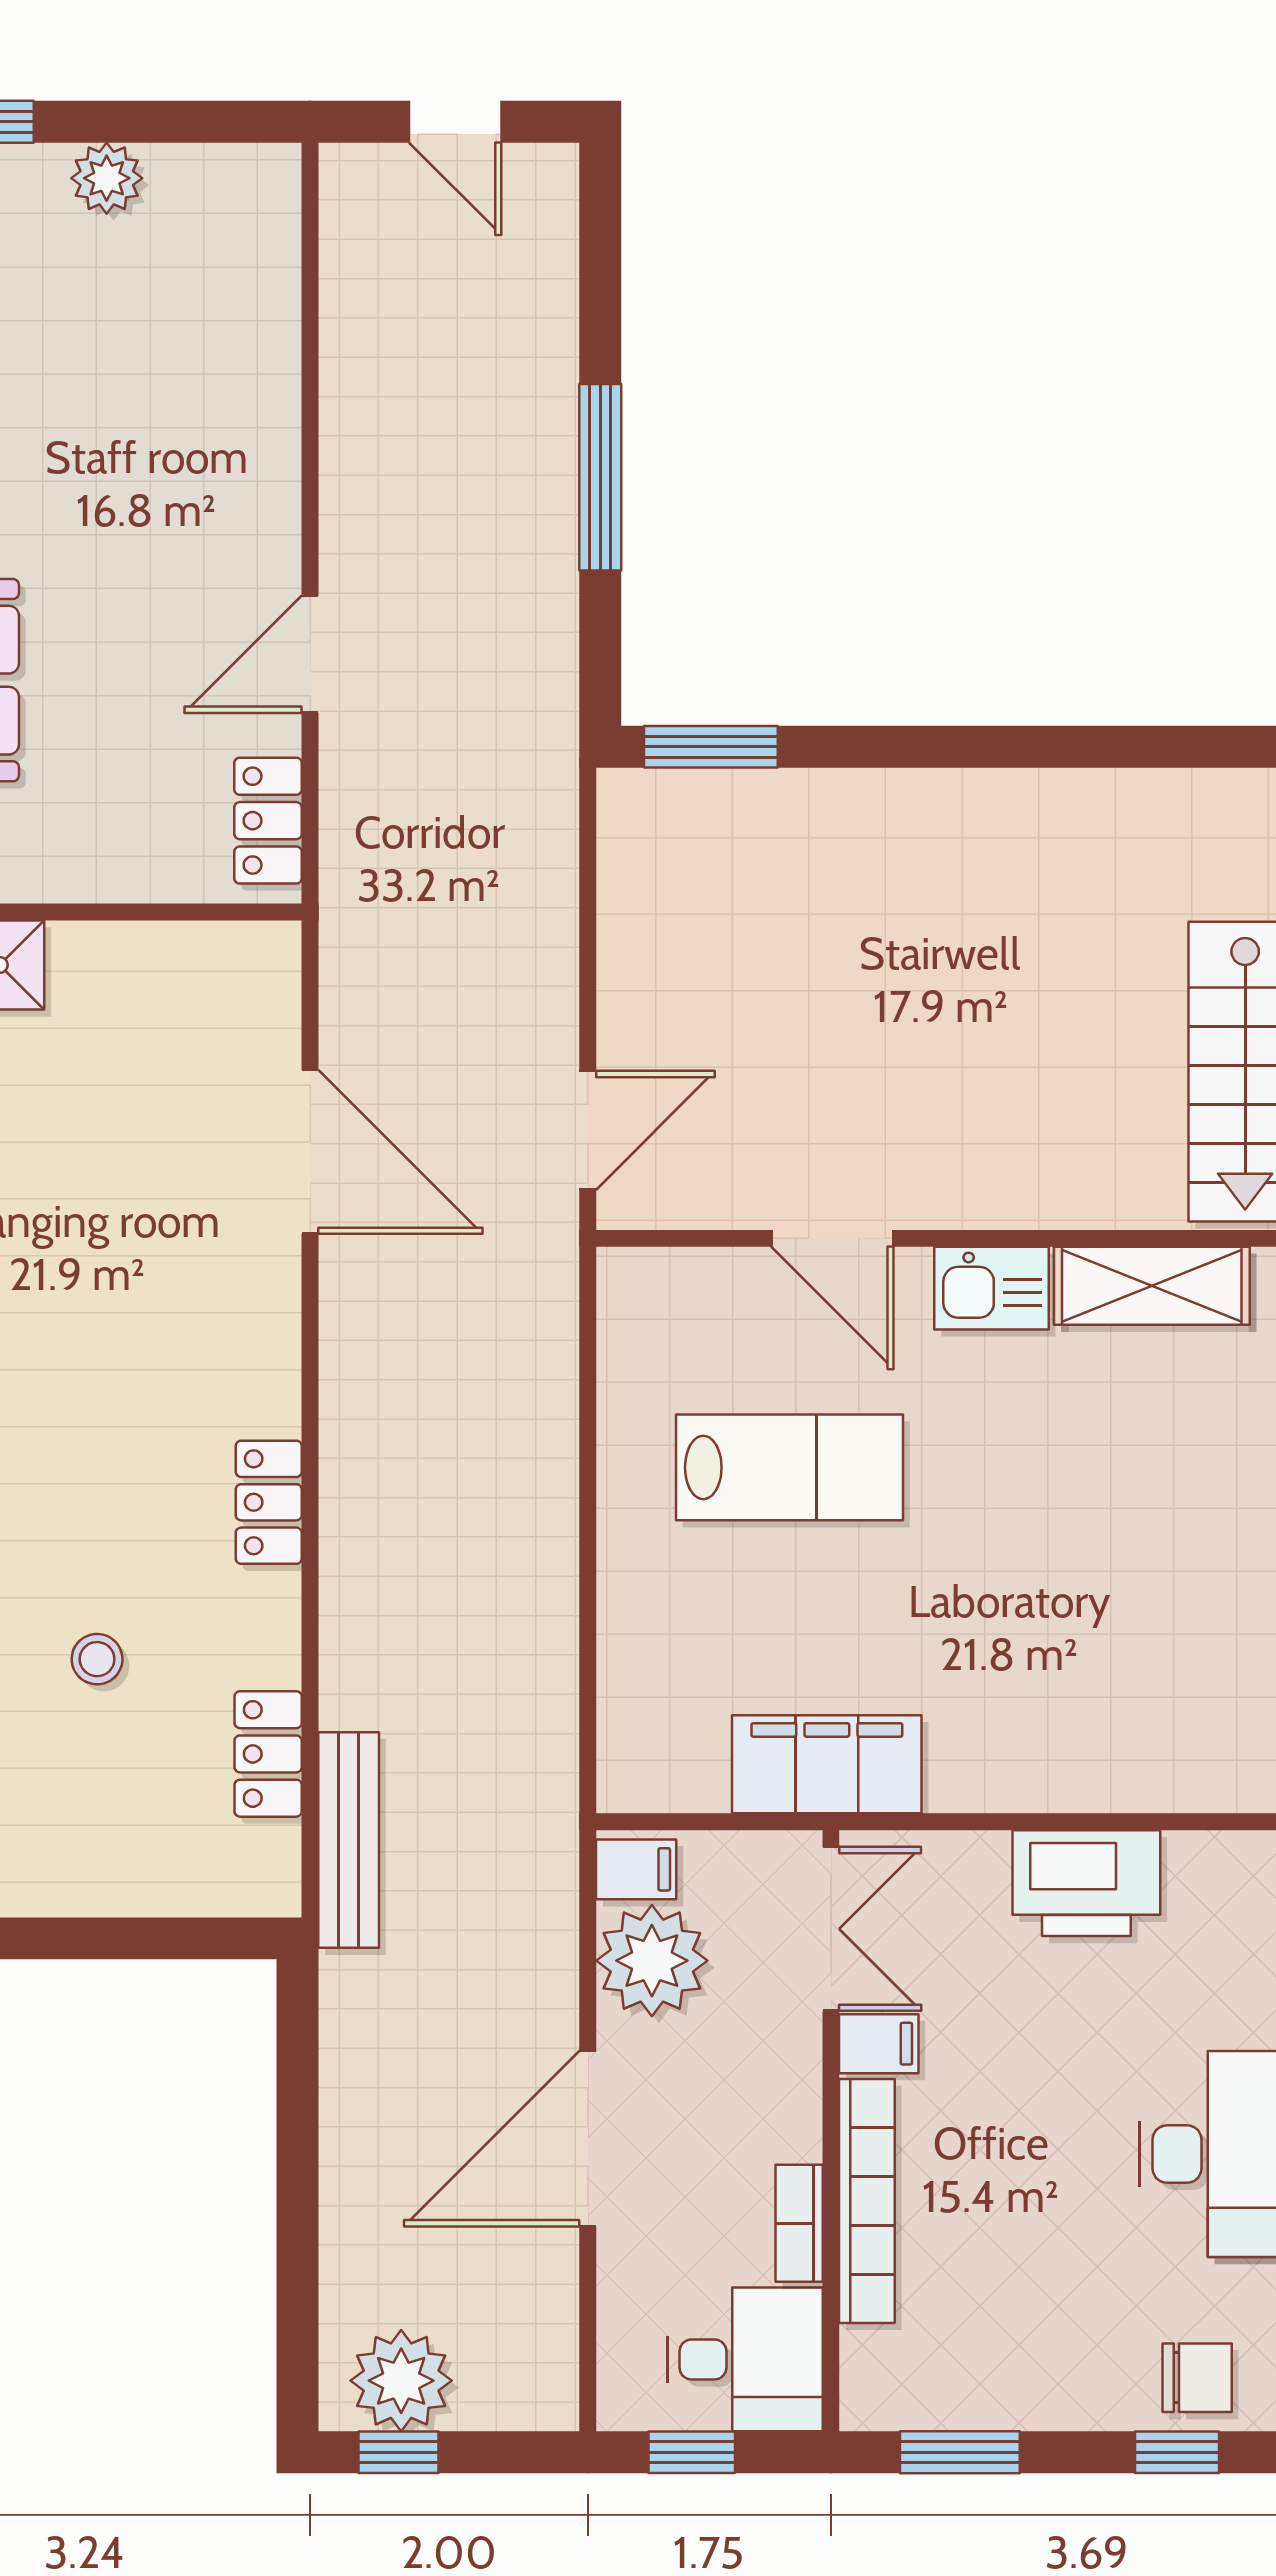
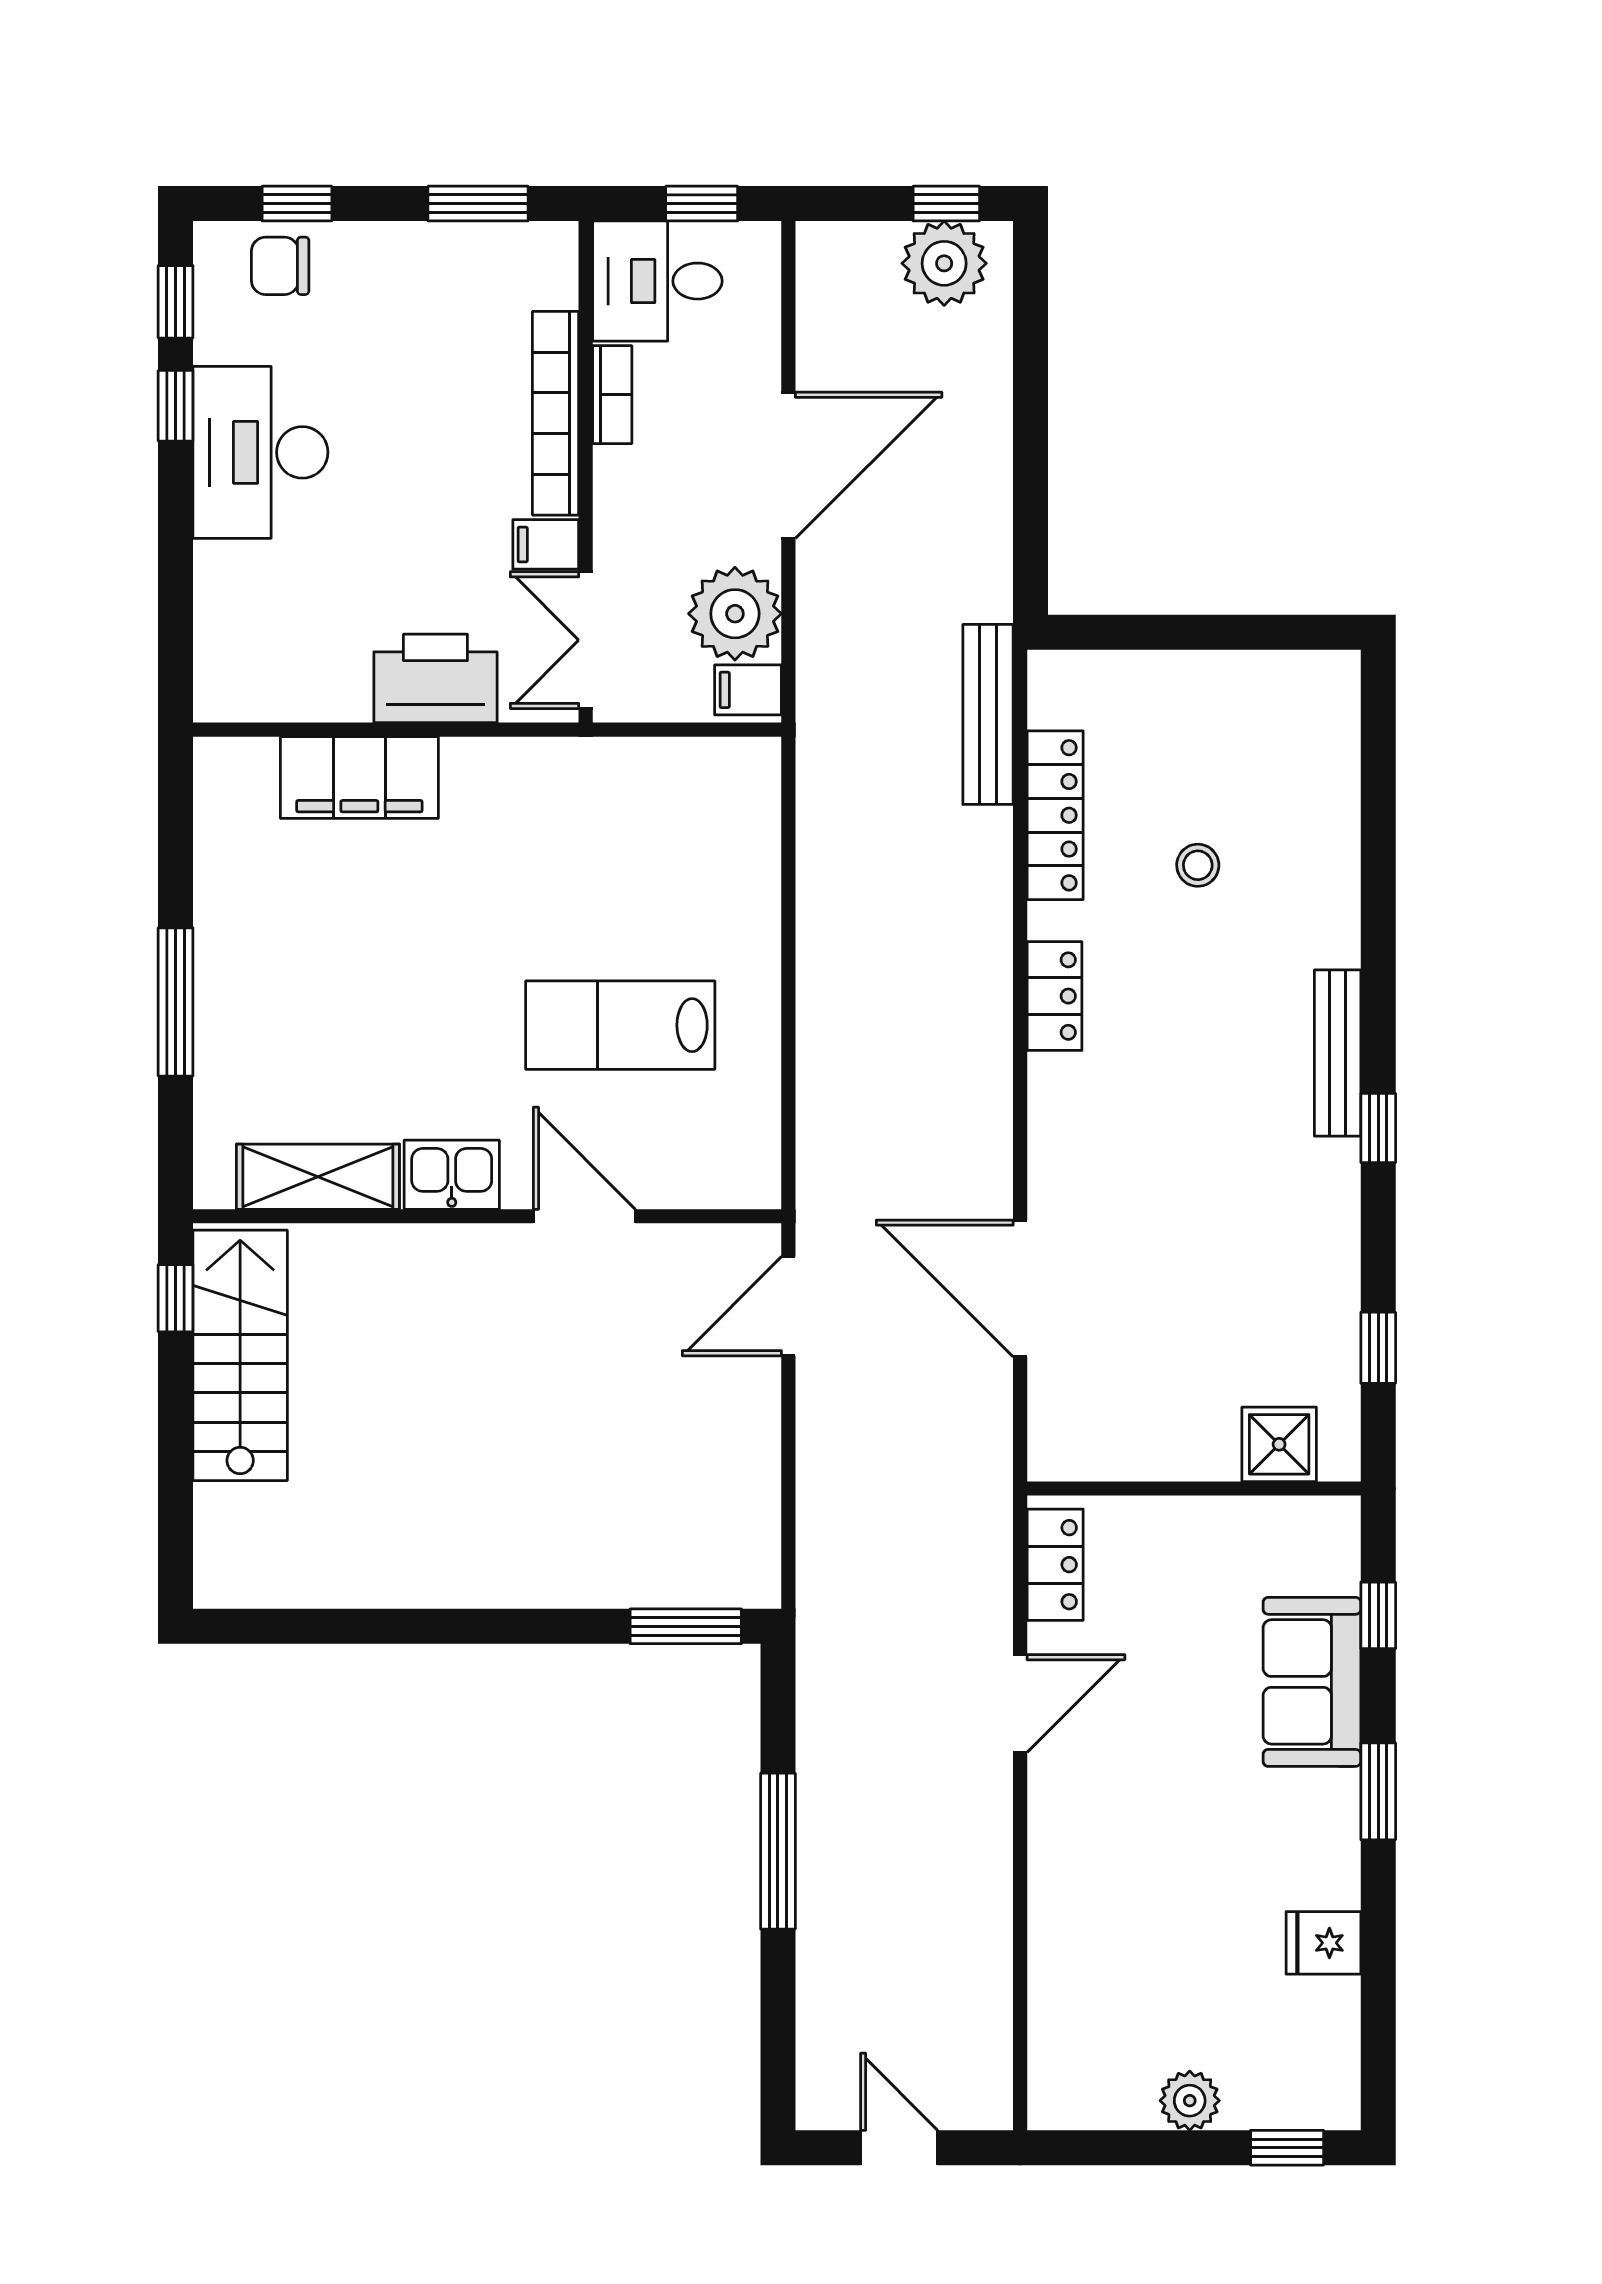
locker: (268, 1754) -> (1055, 815), width x1.53
filing cabinet: (827, 1764) -> (359, 778), moved
printer: (1086, 1883) -> (435, 678), moved

